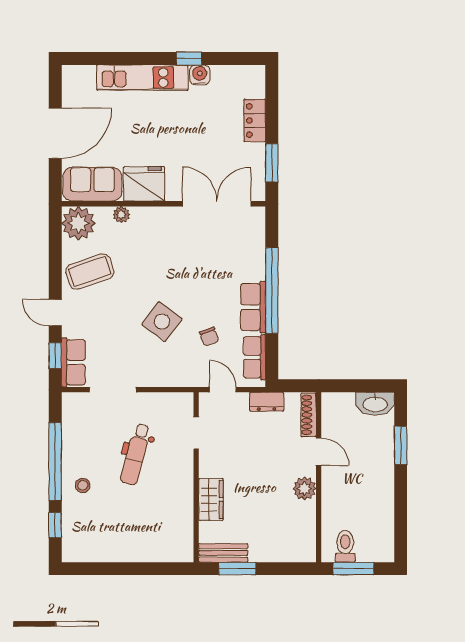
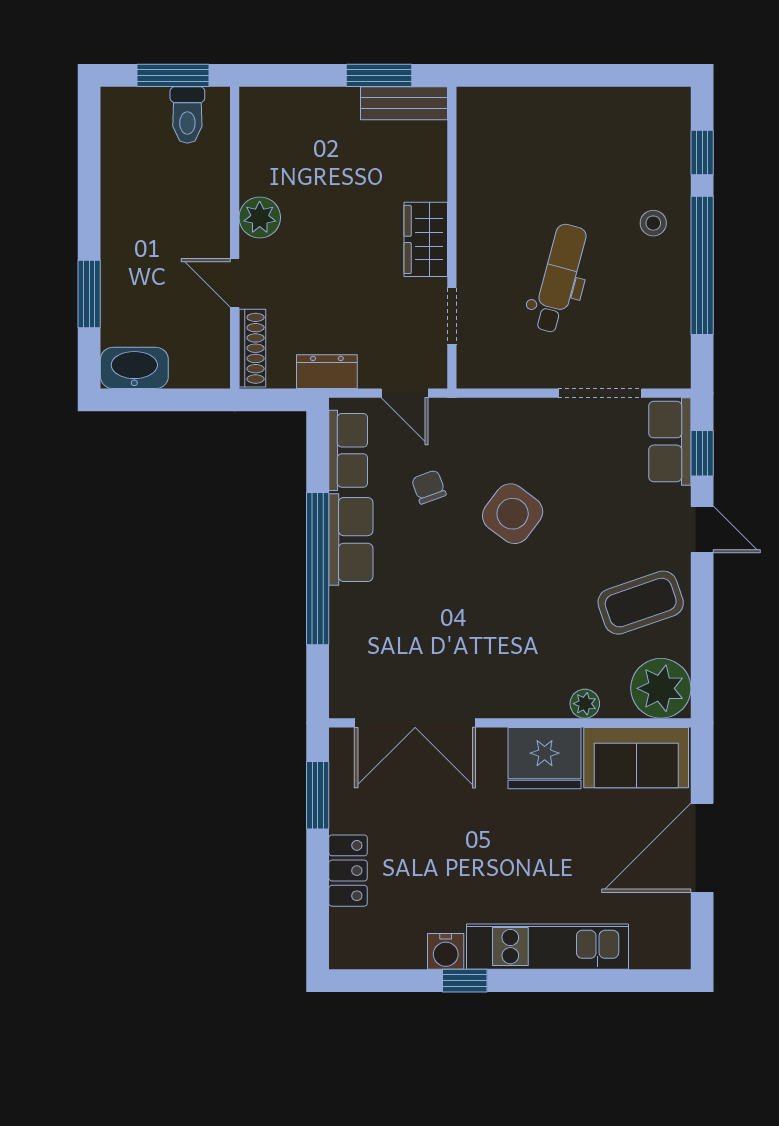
wardrobe: (211, 499) -> (426, 239), moved

